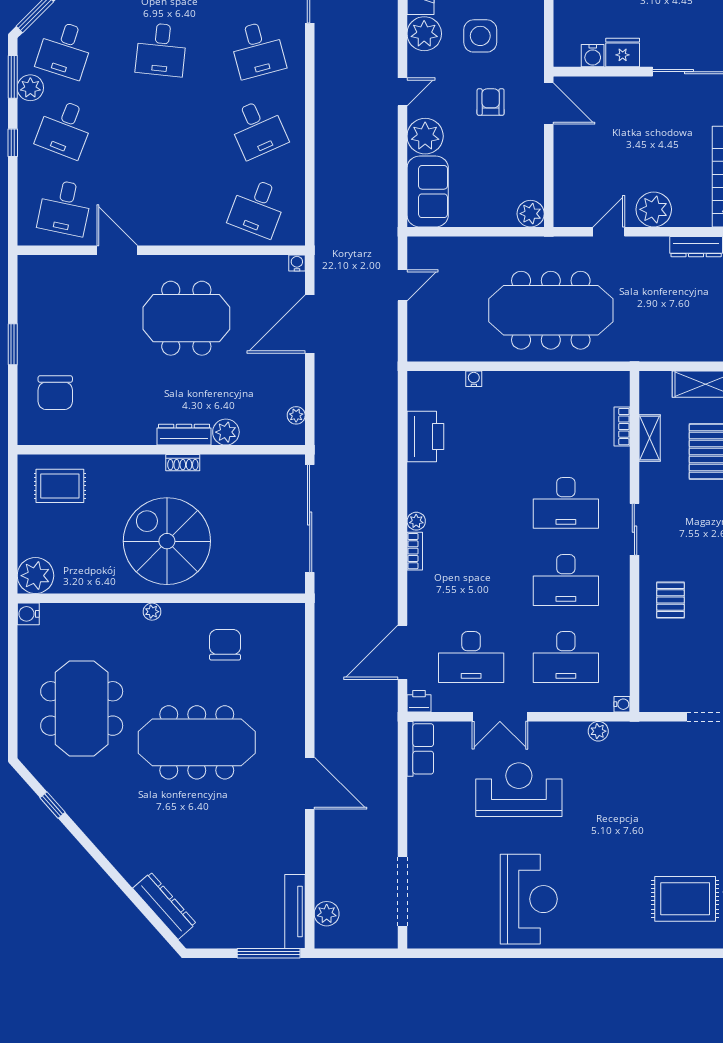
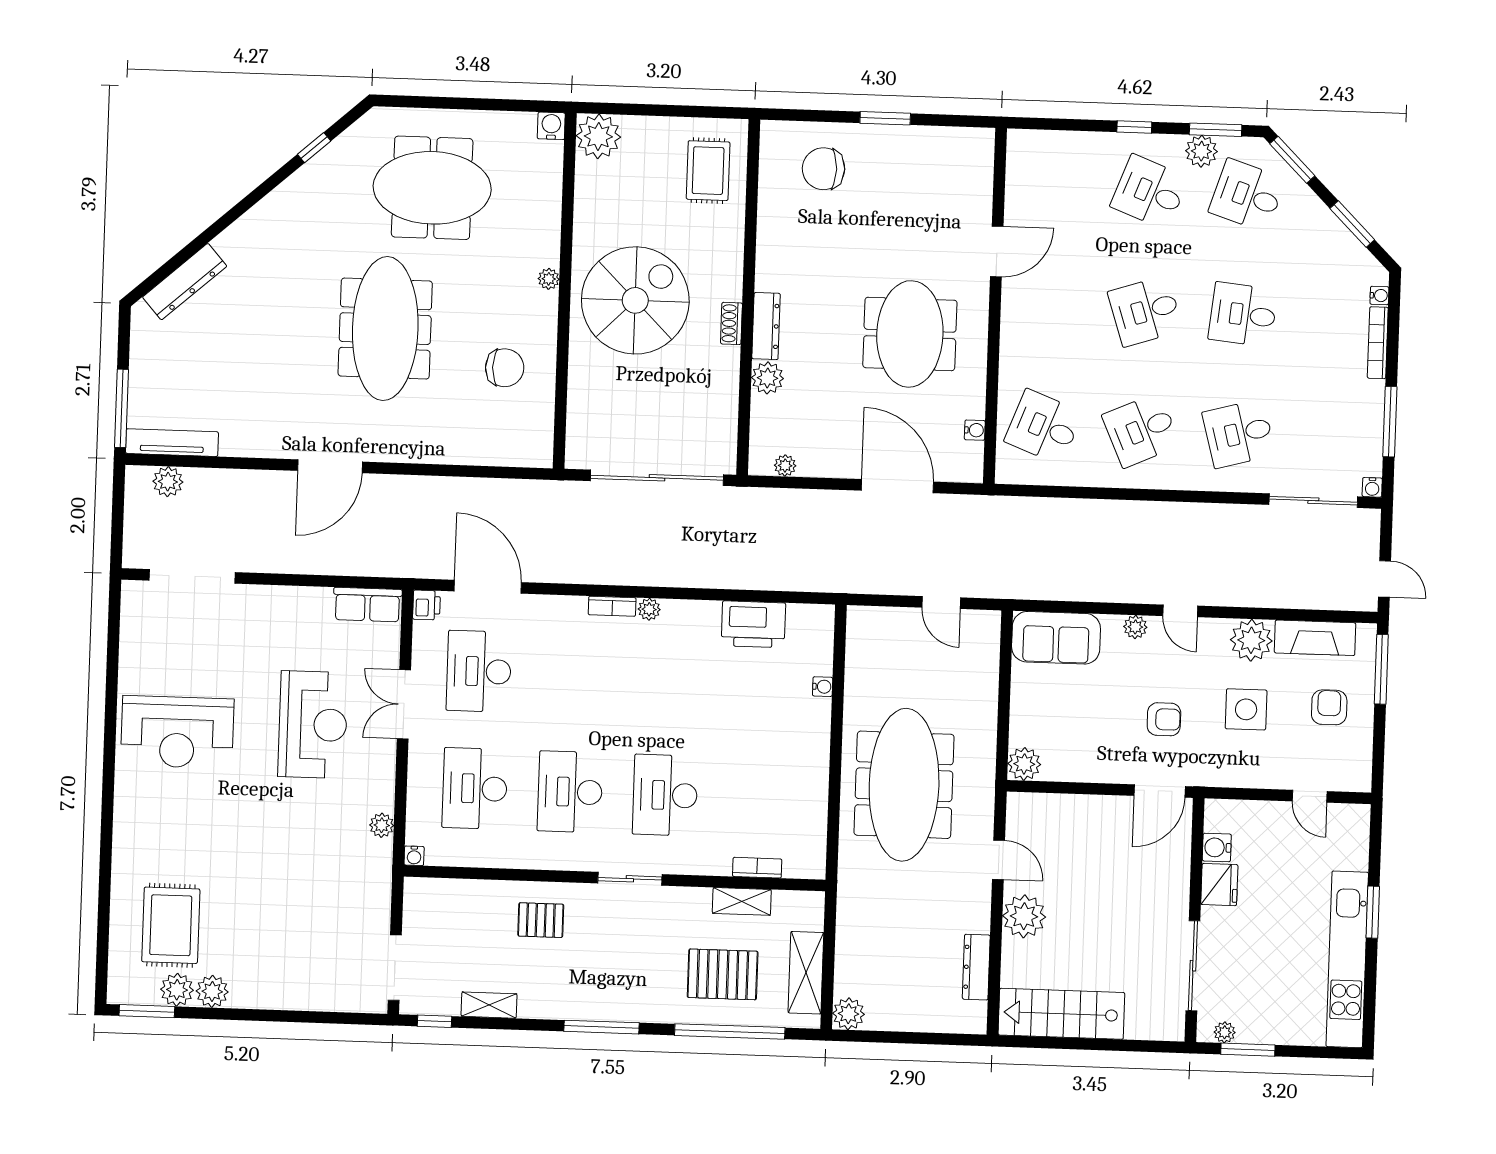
plant: (425, 136) -> (1135, 627), width x0.53, depth x0.53
desk: (65, 207) -> (1145, 311), moved, turned -30
water cooler: (297, 263) -> (975, 430), moved

